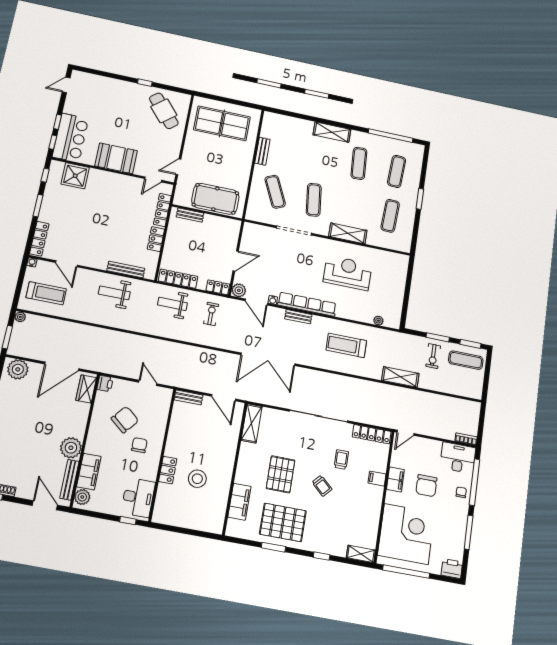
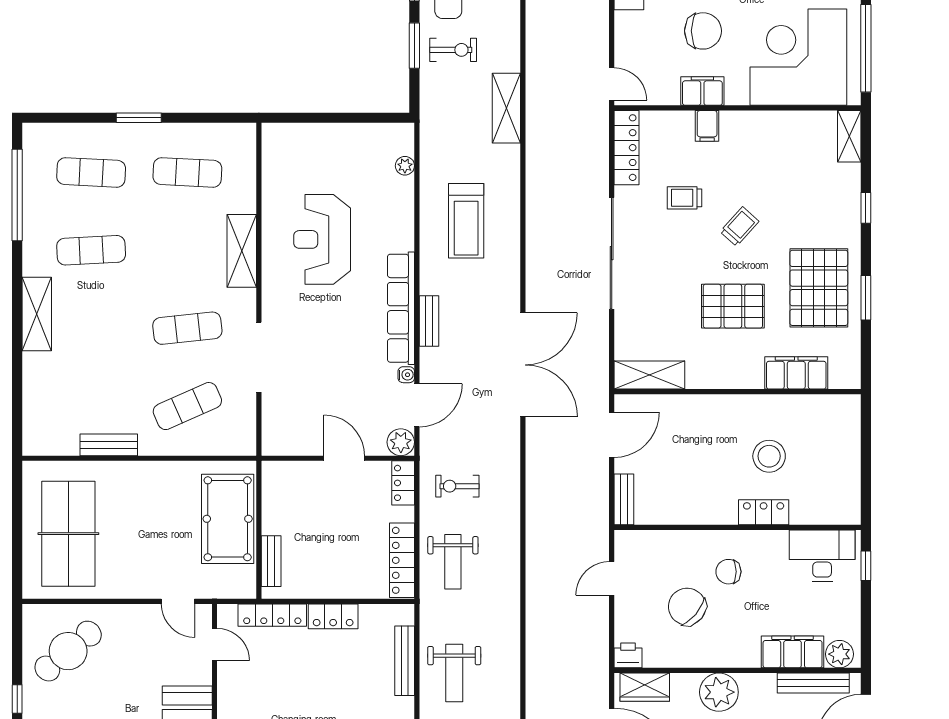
plant: (71, 448) -> (719, 692), moved

